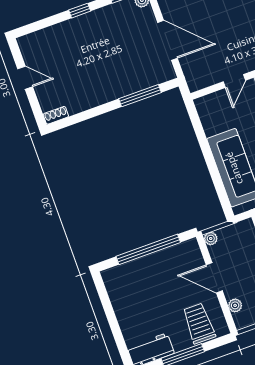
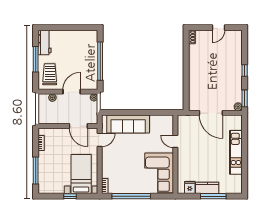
door: (167, 40) -> (211, 113), hinge flipped
window: (140, 96) -> (186, 87), removed
trolley: (199, 323) -> (50, 74), turned -90

